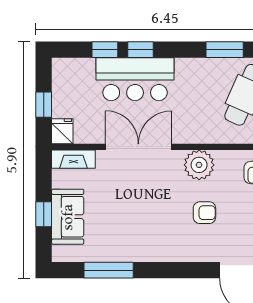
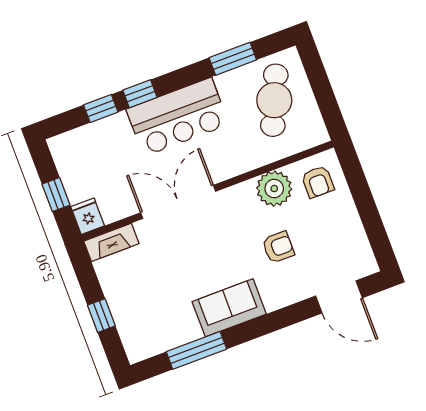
bar counter: (135, 79) -> (178, 117), moved
plant: (199, 165) -> (274, 189), moved
sofa: (68, 217) -> (229, 308), moved, turned -90

